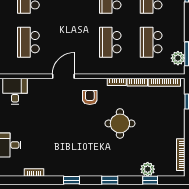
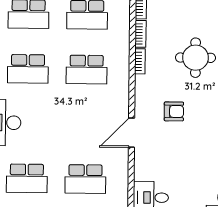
door: (63, 76) -> (132, 133), hinge flipped
armchair: (90, 97) -> (174, 111), moved, turned 180

